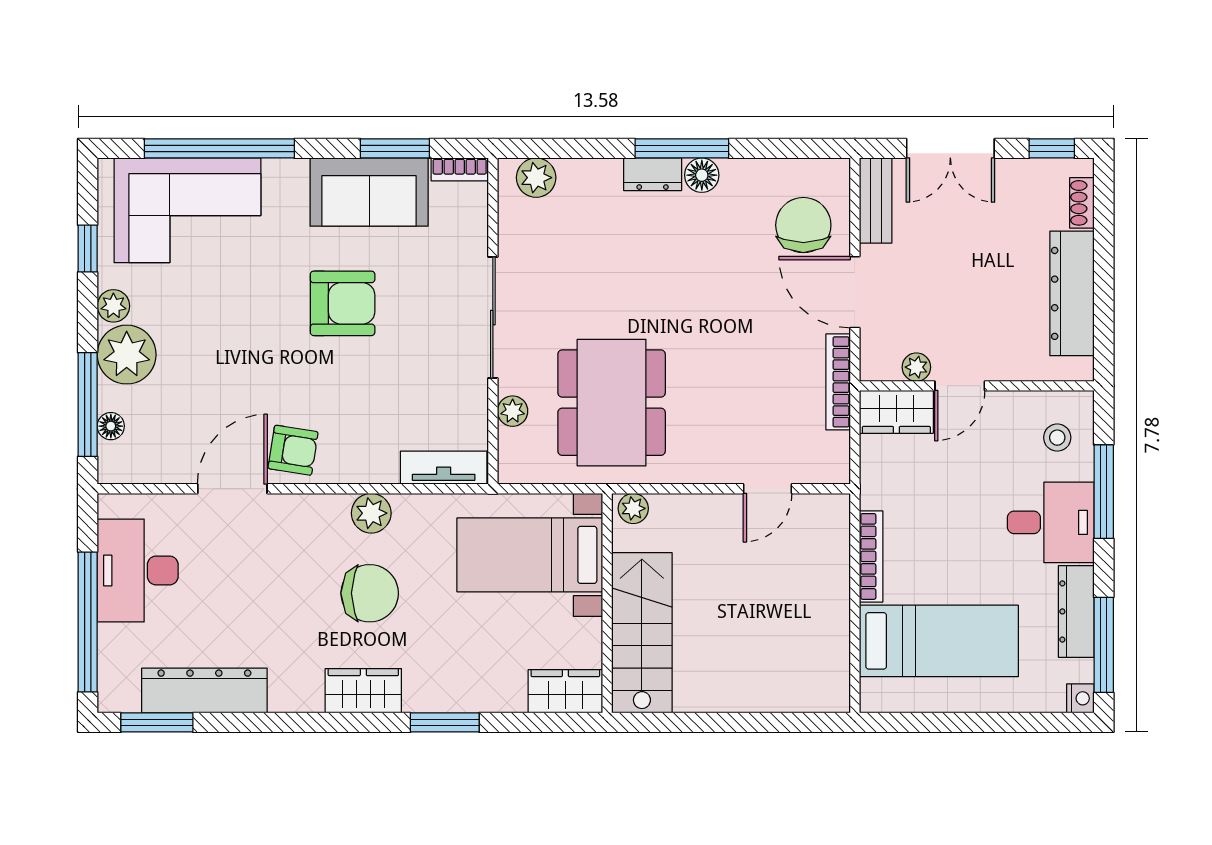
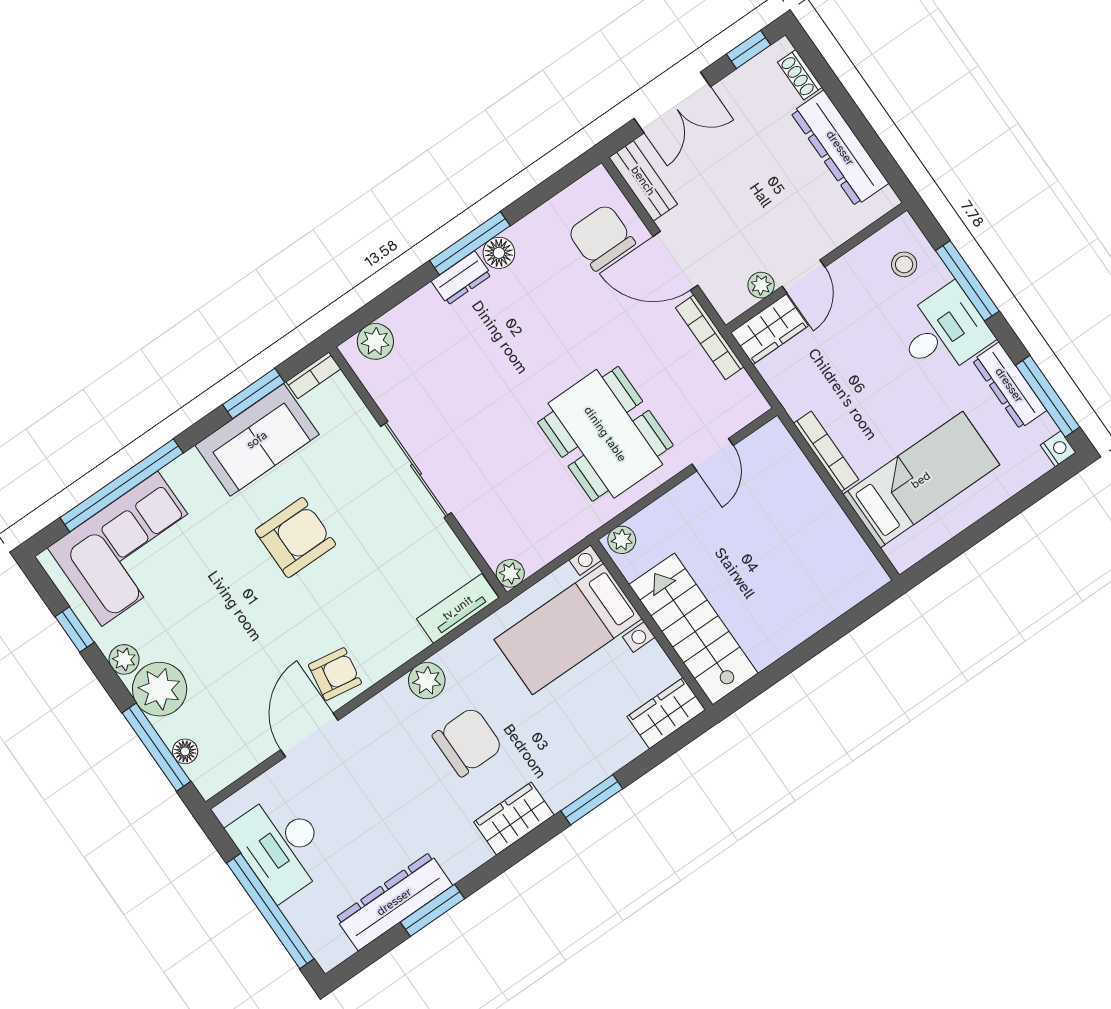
dining table: (612, 403) -> (605, 434), moved
plant: (513, 411) -> (510, 573), moved
window: (157, 722) -> (433, 910), moved

